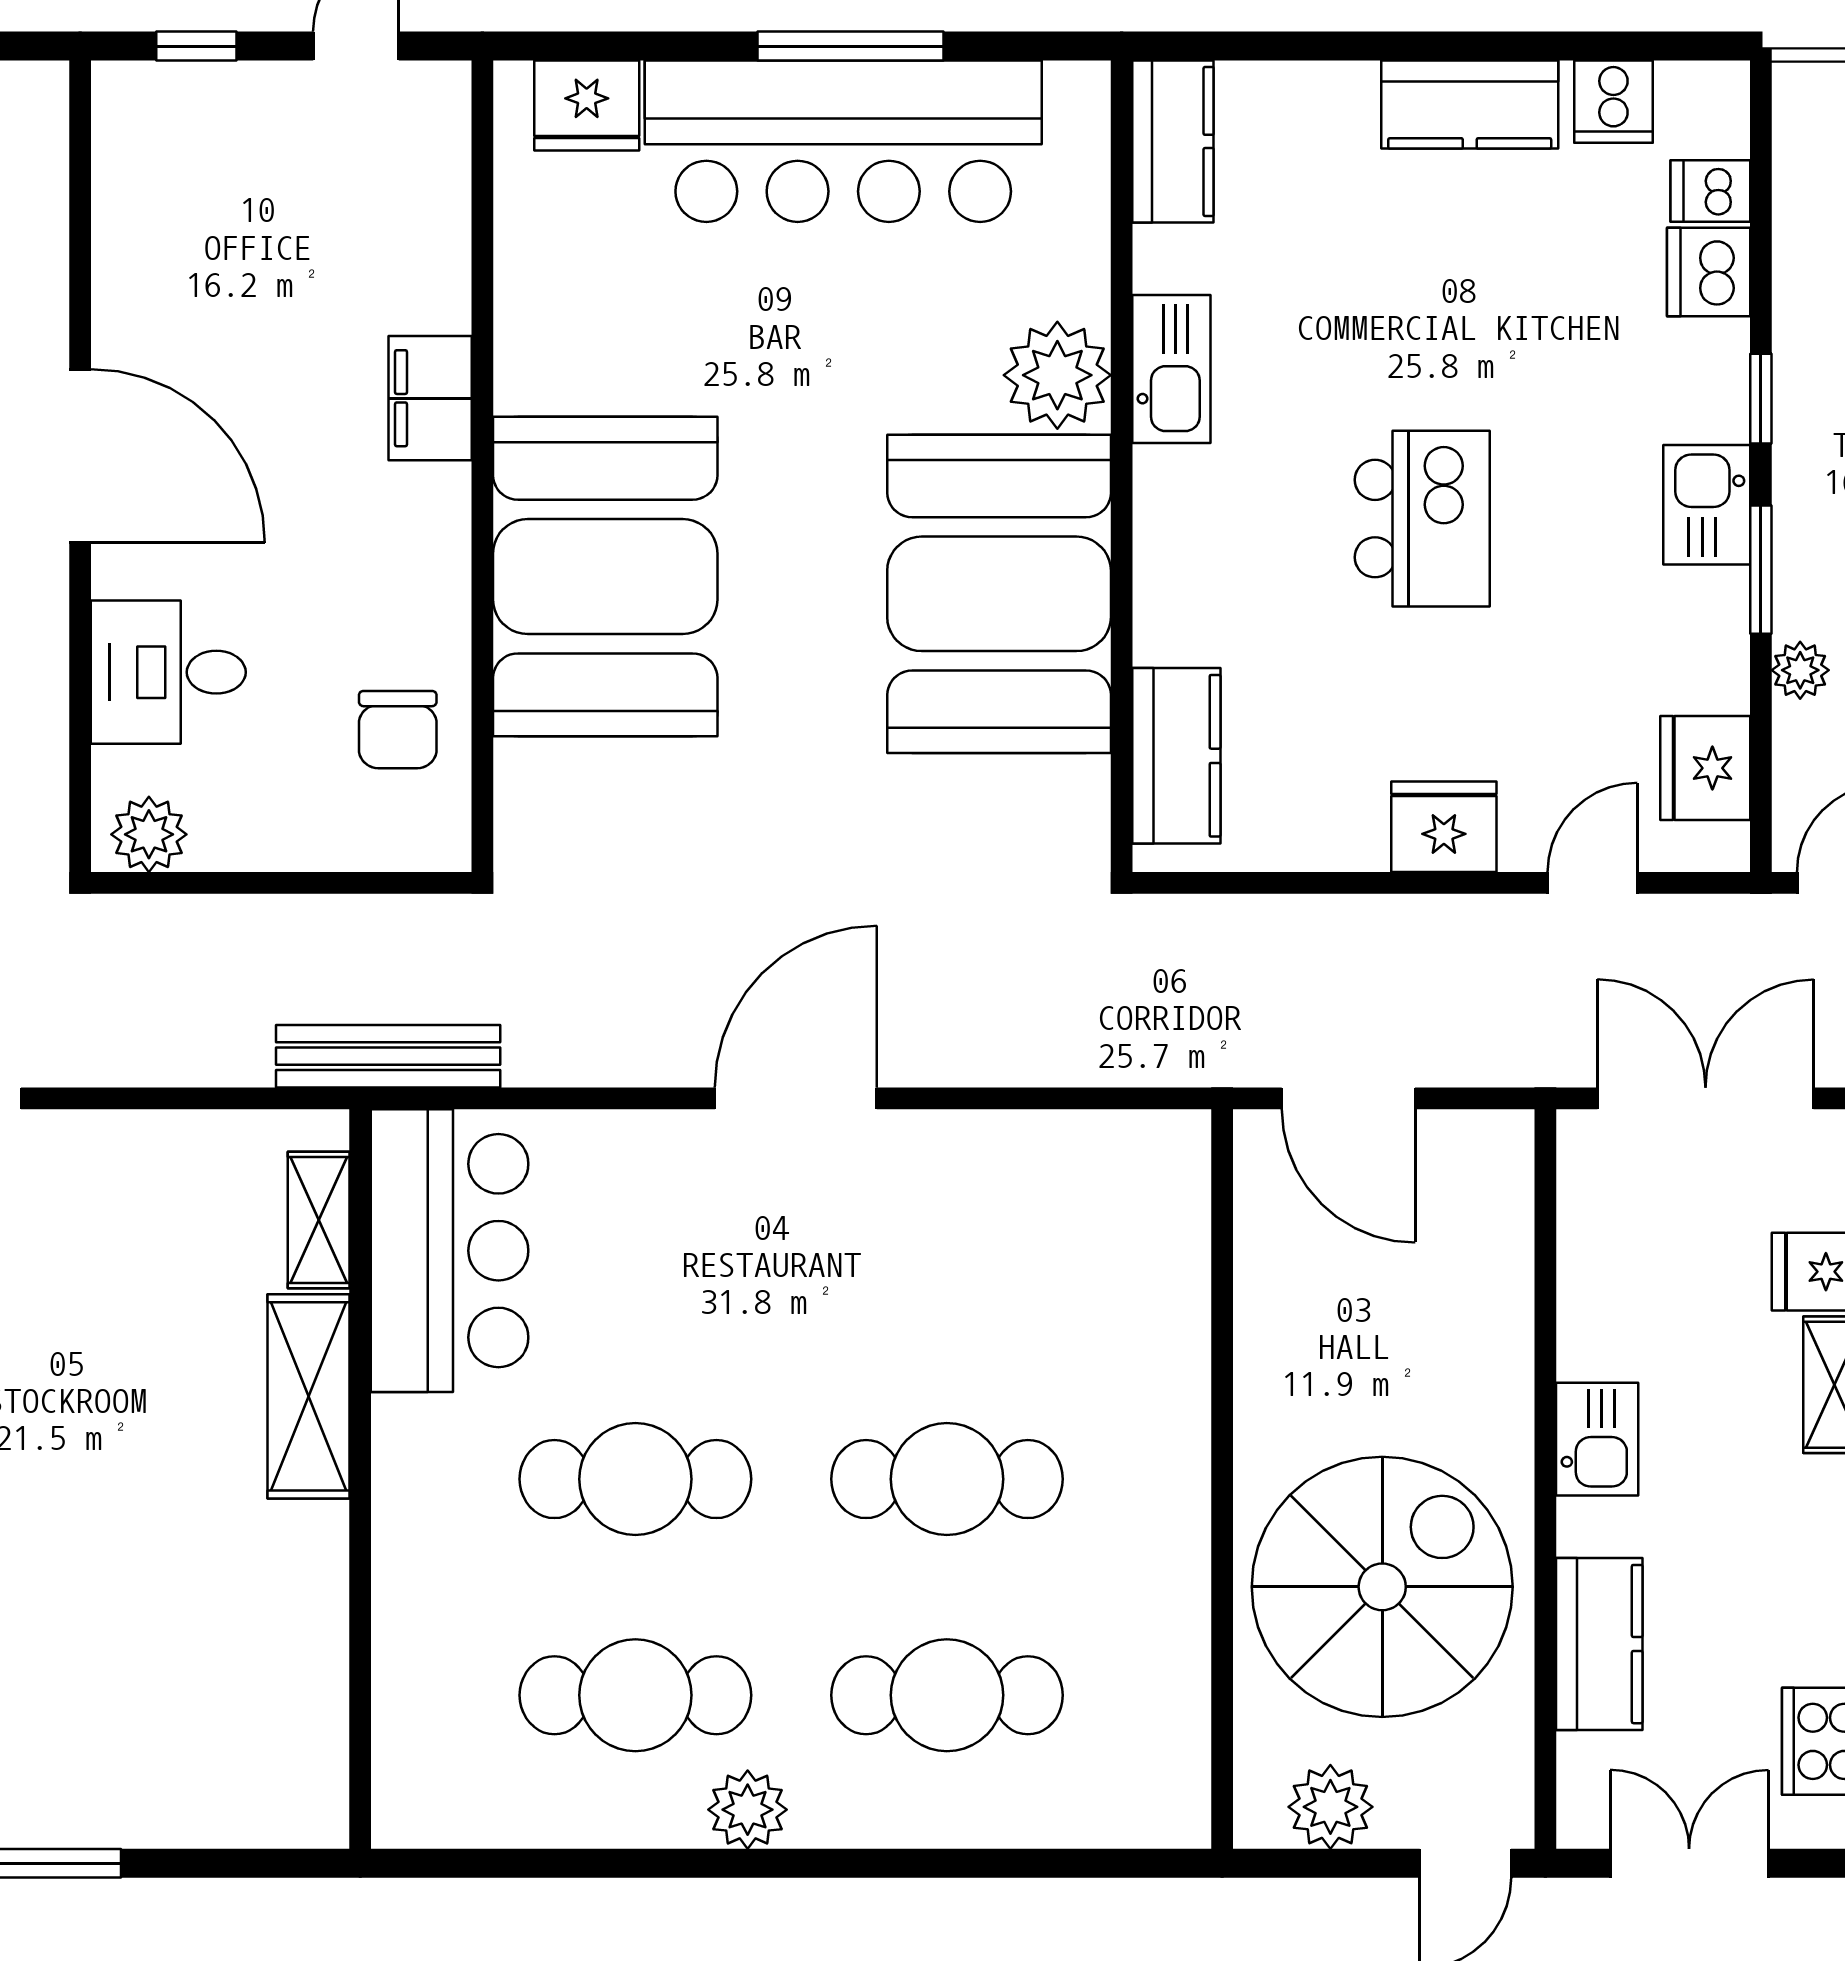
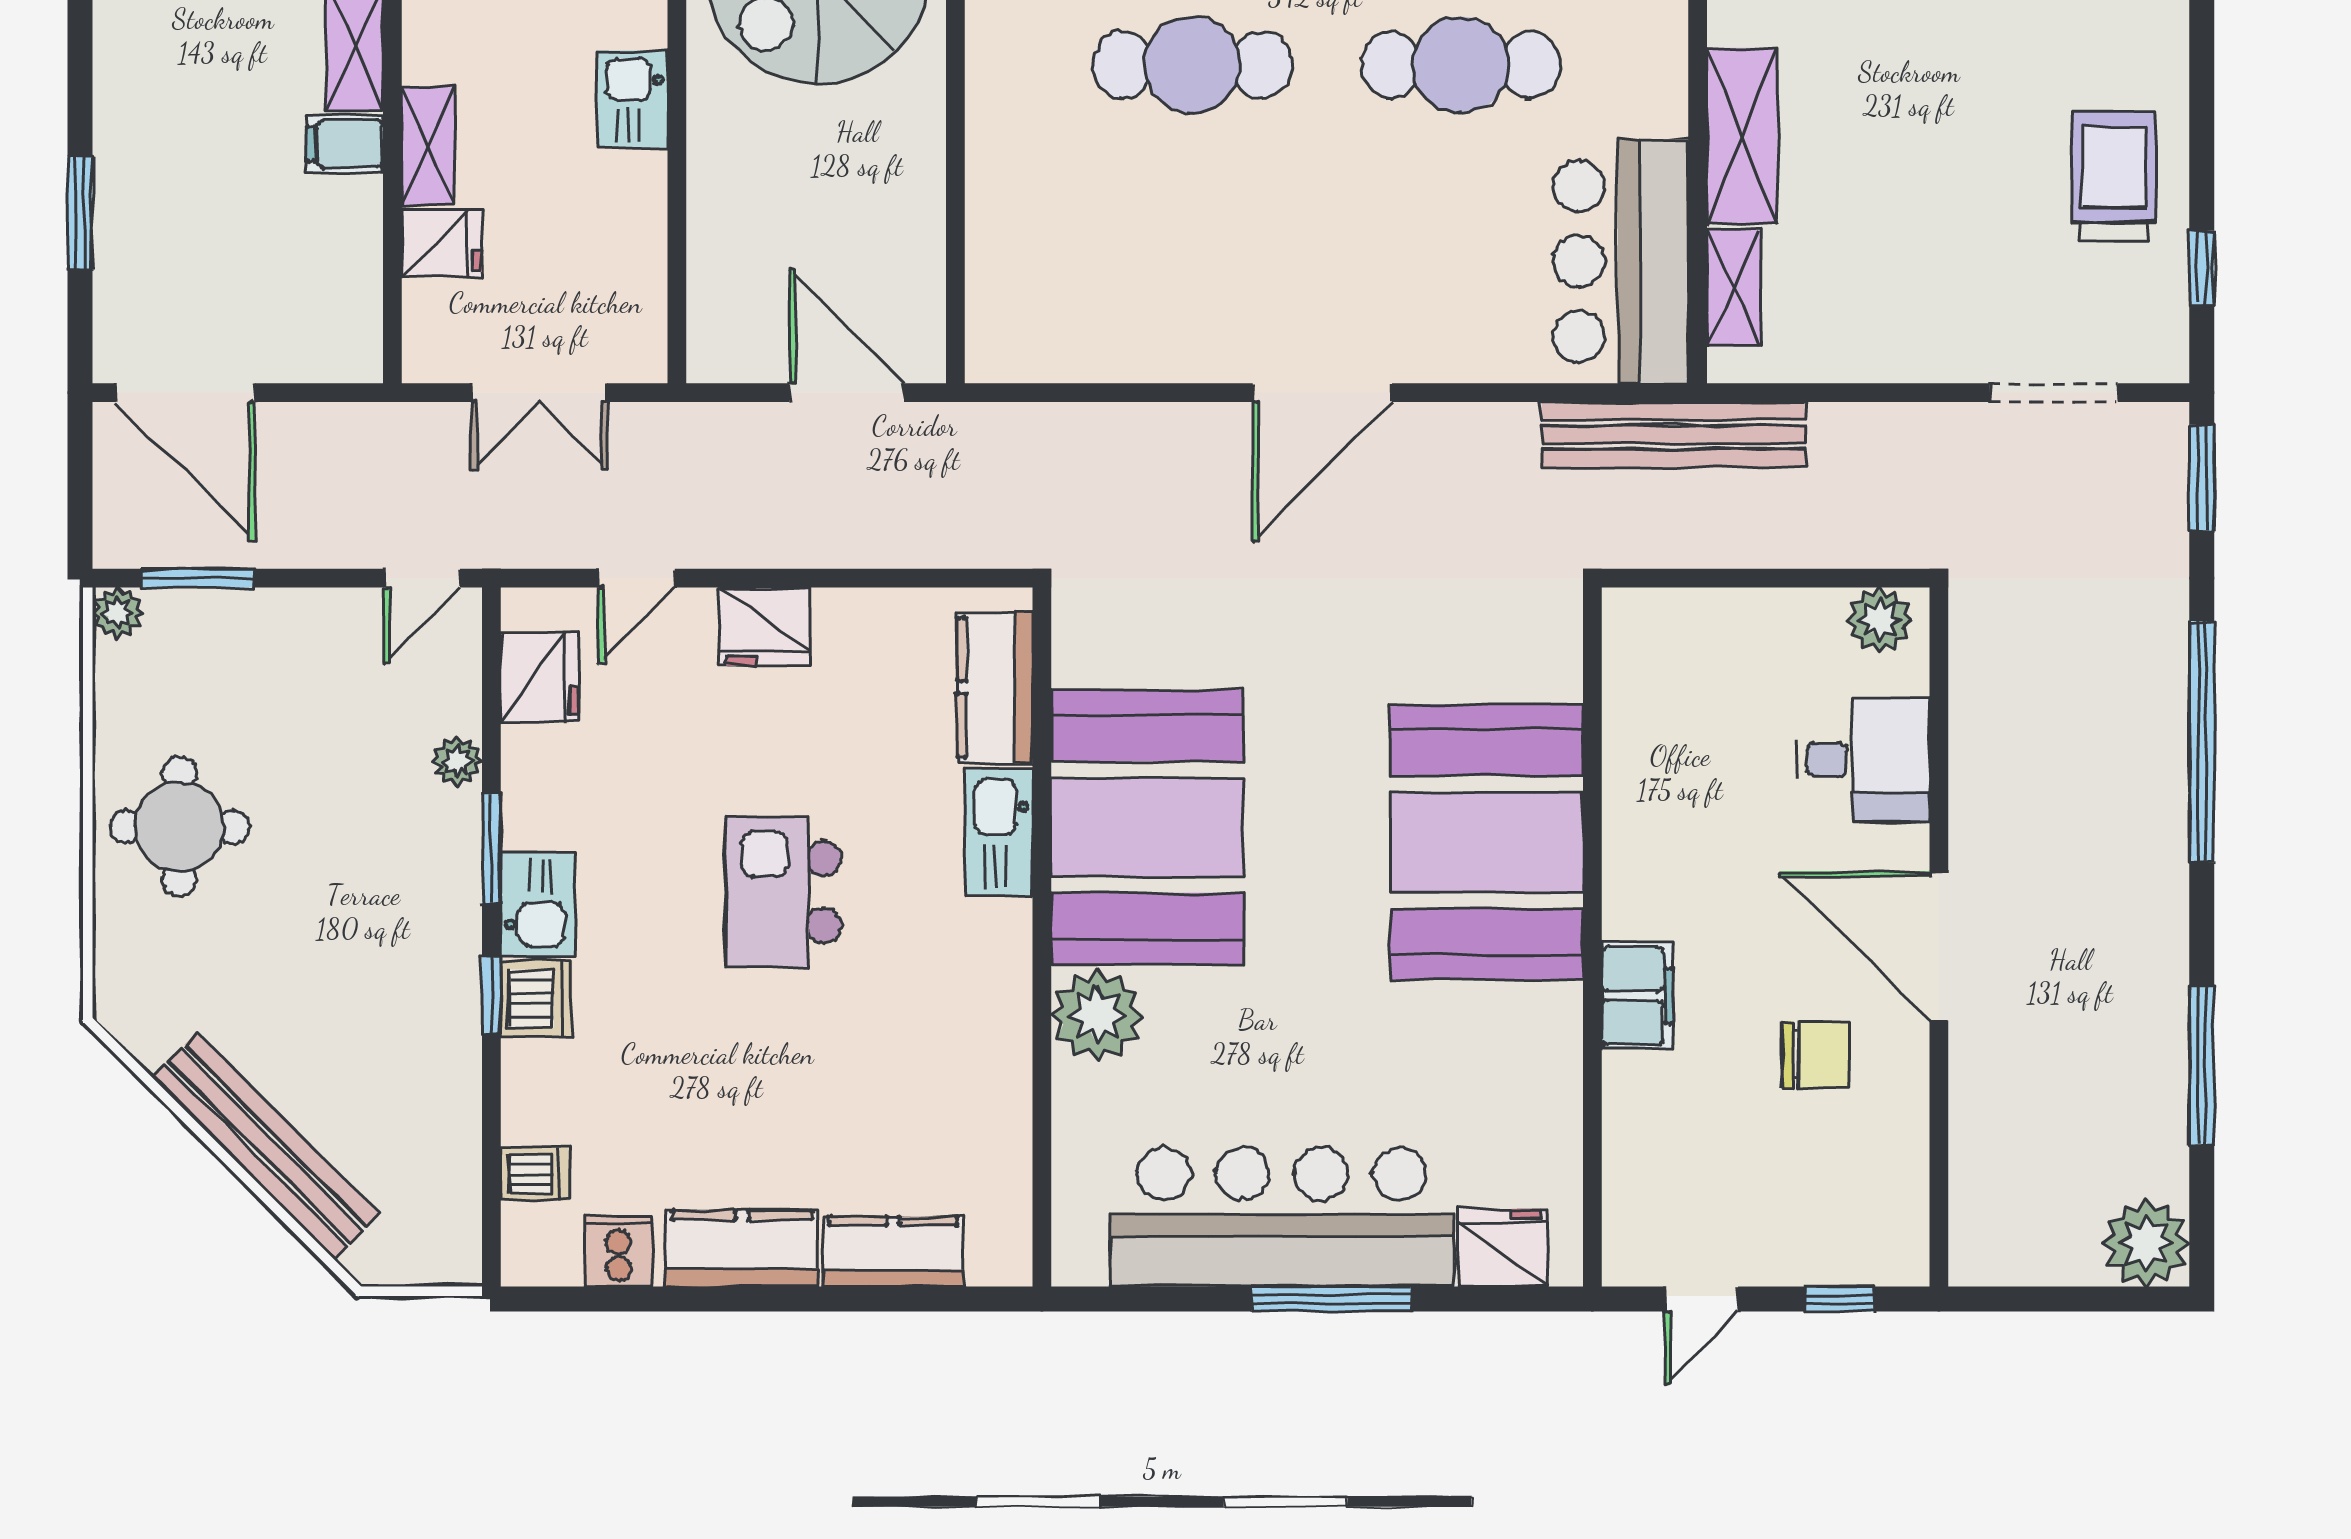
window: (851, 46) -> (1331, 1299), moved
kitchen counter: (1173, 141) -> (893, 1252), moved, turned 90
dishwasher: (1709, 272) -> (536, 999), moved
kitchen sink: (1171, 369) -> (999, 832), moved
chair: (398, 730) -> (1815, 1055), moved, turned 90
bench: (388, 1056) -> (1674, 435), width x1.37, depth x1.21
double door: (1706, 1098) -> (539, 393), width x0.73

